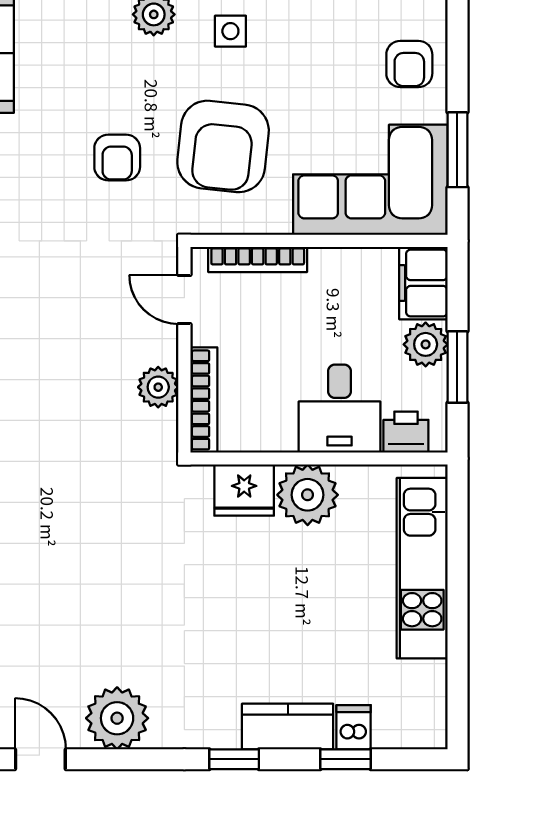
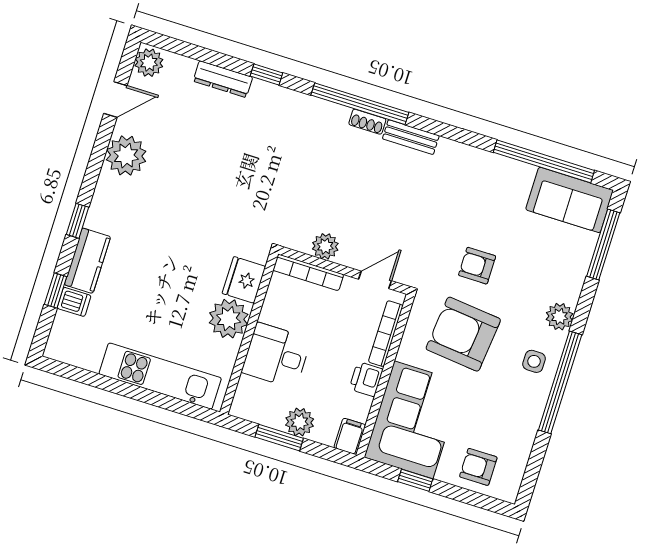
window: (457, 150) -> (415, 480), width x0.67
filing cabinet: (423, 283) -> (350, 436), width x0.50
printer: (406, 432) -> (366, 379), moved, turned 180

